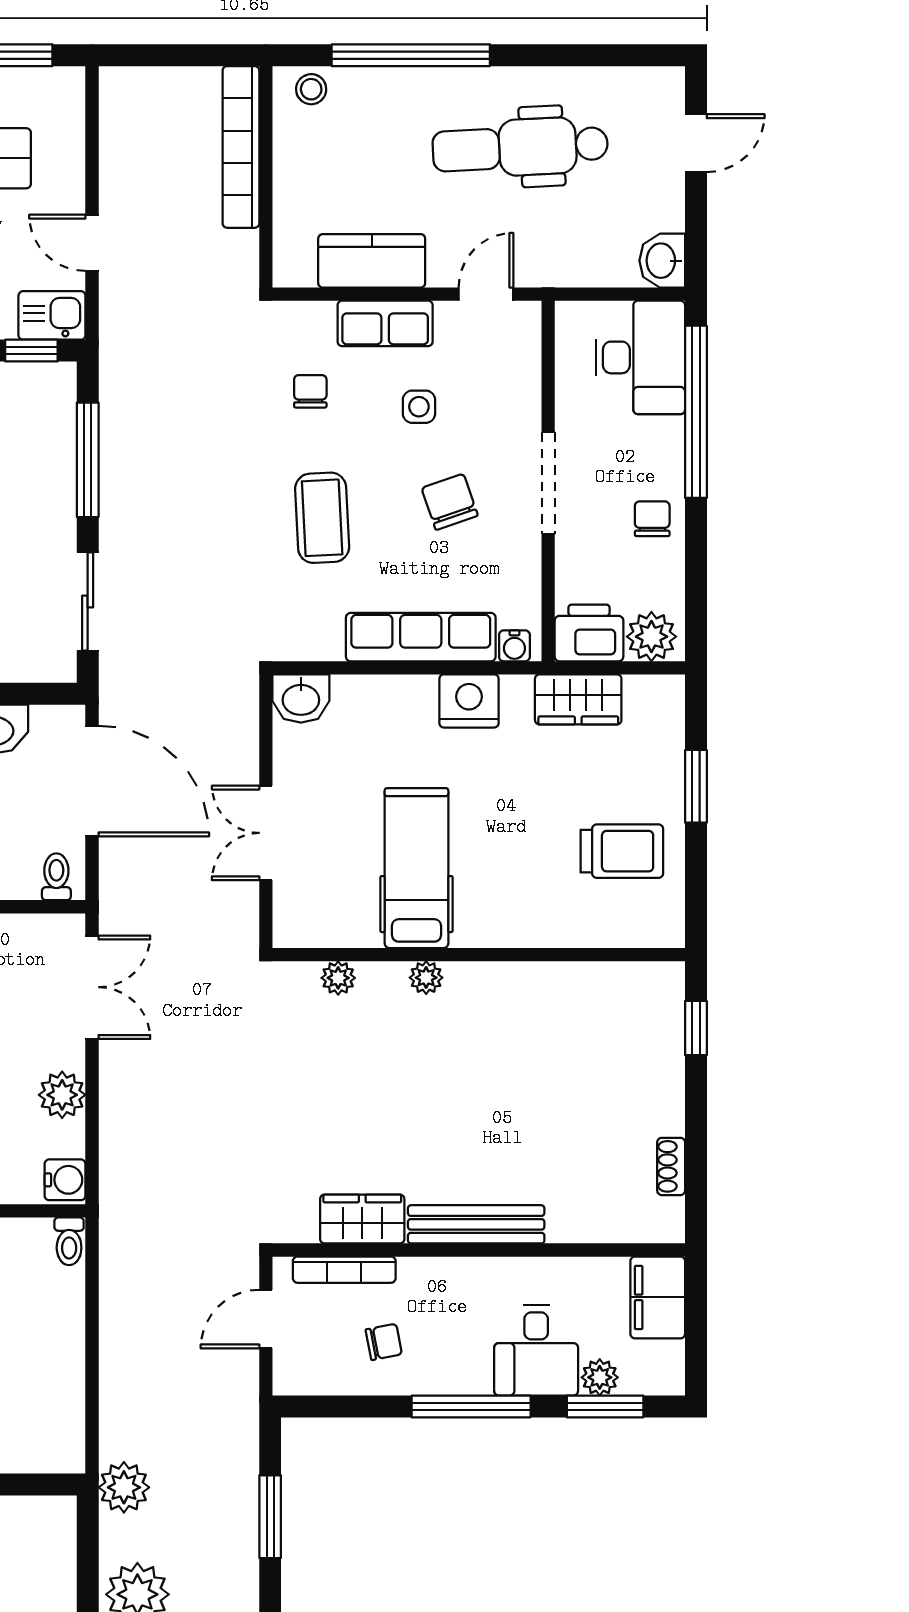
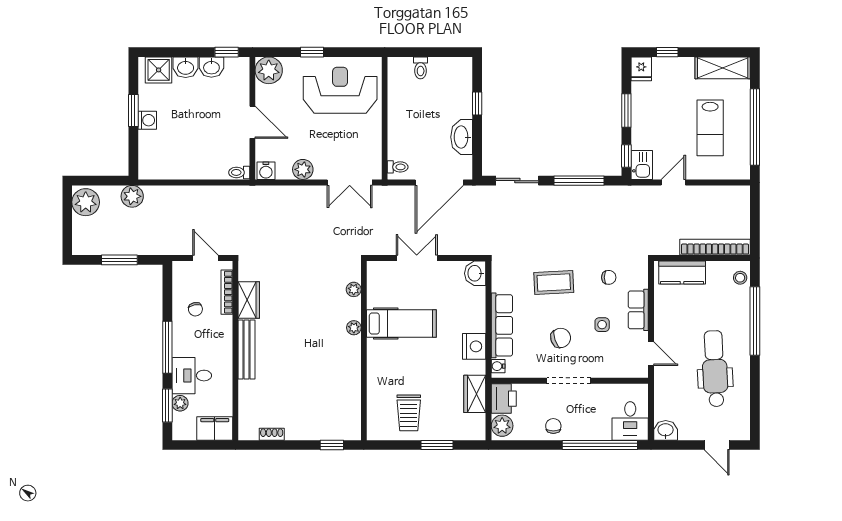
kitchen counter: (372, 261) -> (682, 272), moved, turned 90
desk: (640, 357) -> (630, 421), width x0.73
chair: (652, 519) -> (553, 426), turned -90

